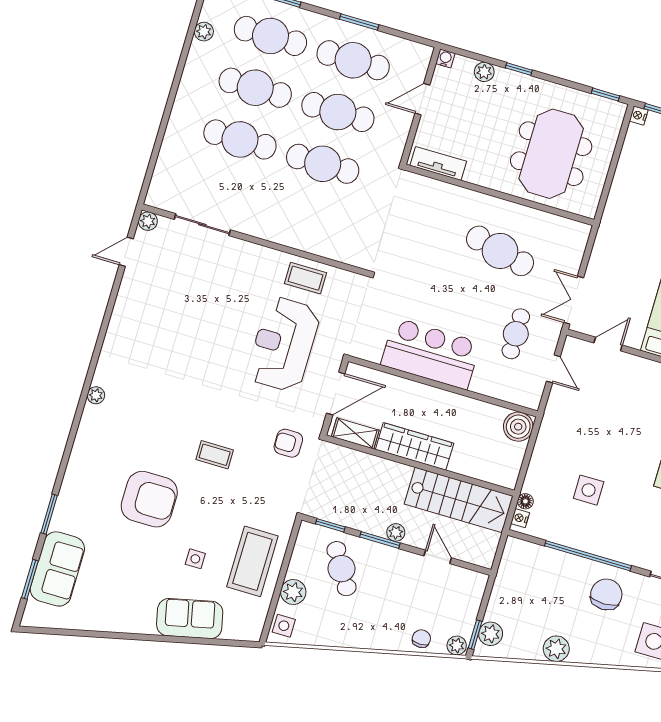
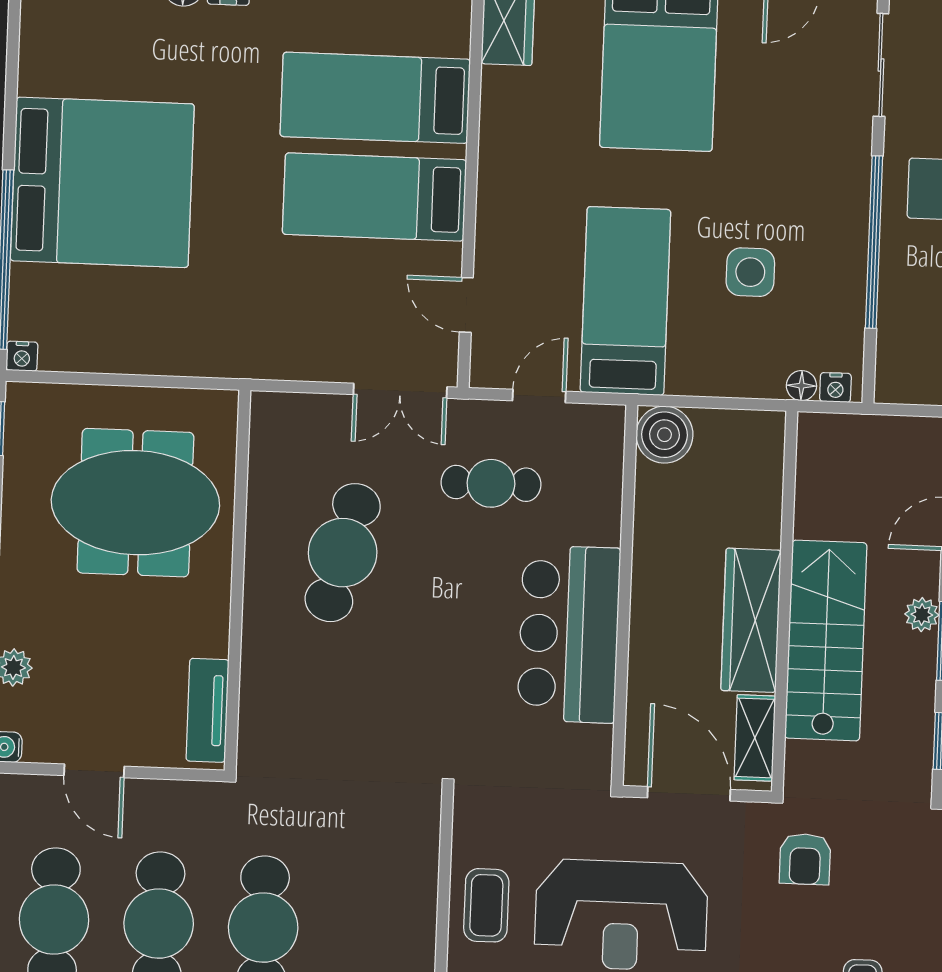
bed: (590, 424) -> (625, 301), added
stairs: (459, 500) -> (826, 640), moved

